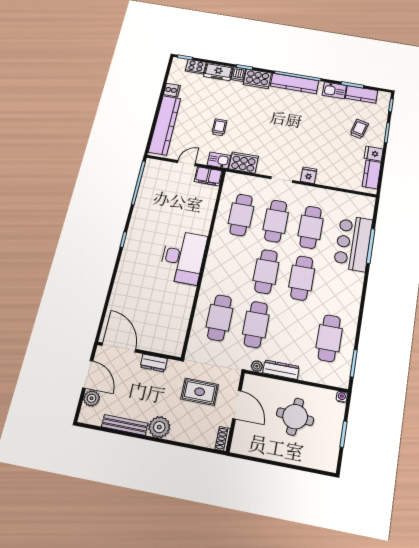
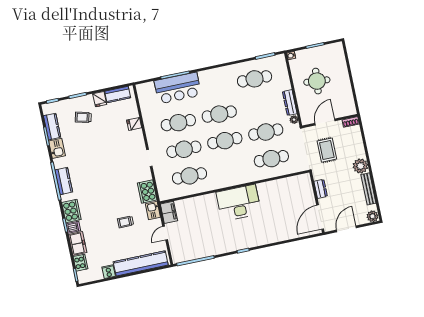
kitchen counter: (294, 83) -> (64, 181), width x0.67
door: (186, 163) -> (165, 233), hinge flipped
fridge: (309, 175) -> (134, 124), moved
plant: (92, 398) -> (372, 216), moved

